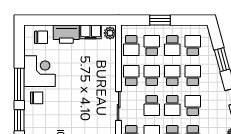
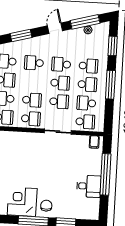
school desk: (131, 76) -> (31, 119), turned 180
school desk: (152, 76) -> (32, 100), turned 180
school desk: (172, 76) -> (33, 81), removed

